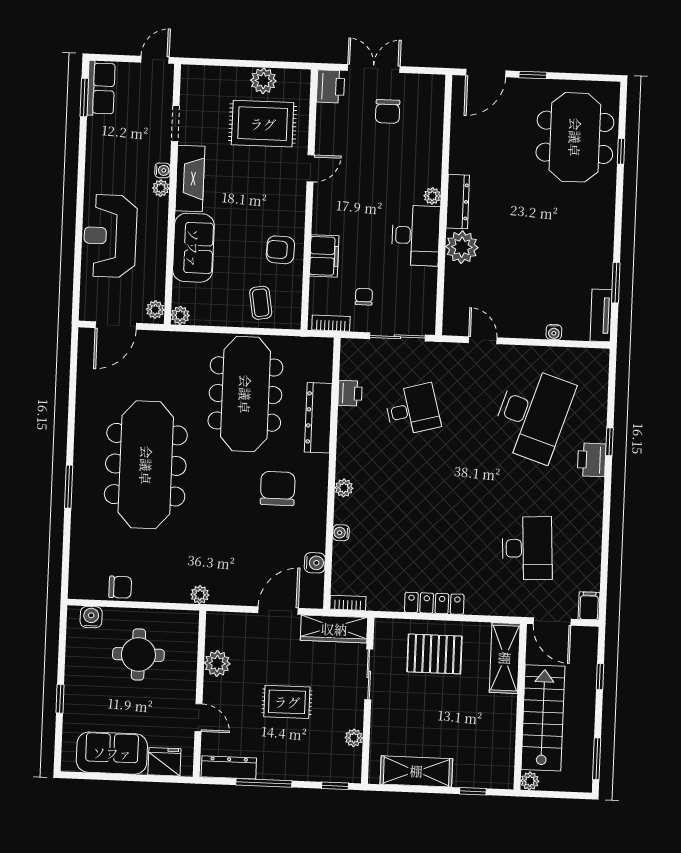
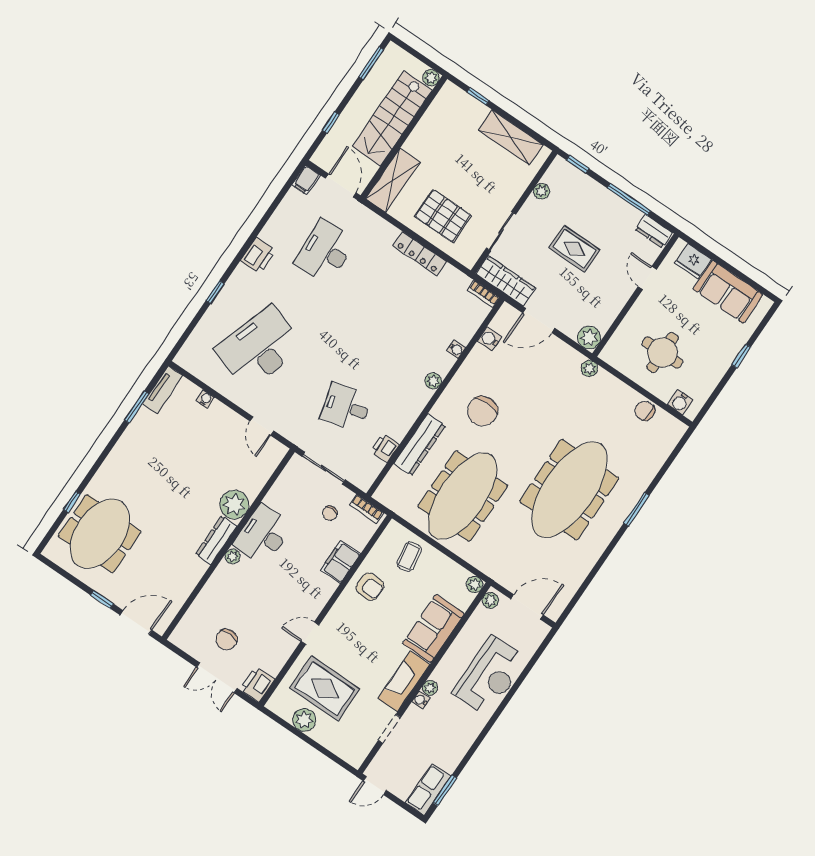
chair: (388, 111) -> (226, 640), turned 180
printer: (592, 460) -> (258, 255), moved
plant: (217, 663) -> (589, 338), moved
dresser: (229, 767) -> (654, 231), width x0.70

